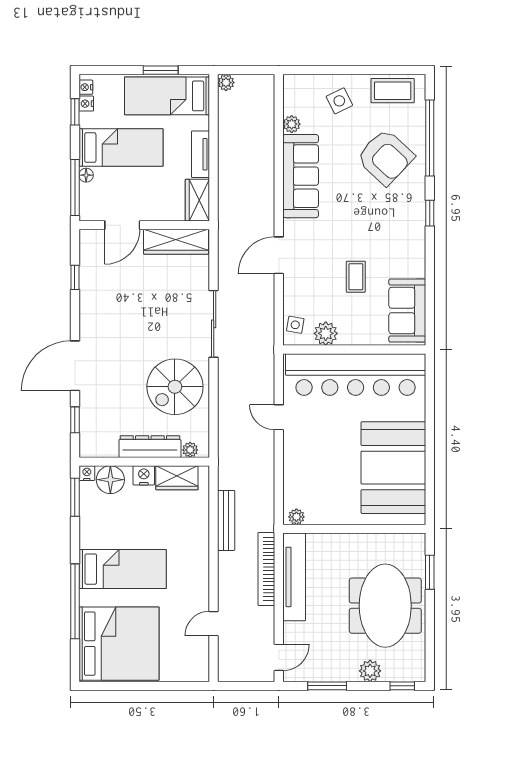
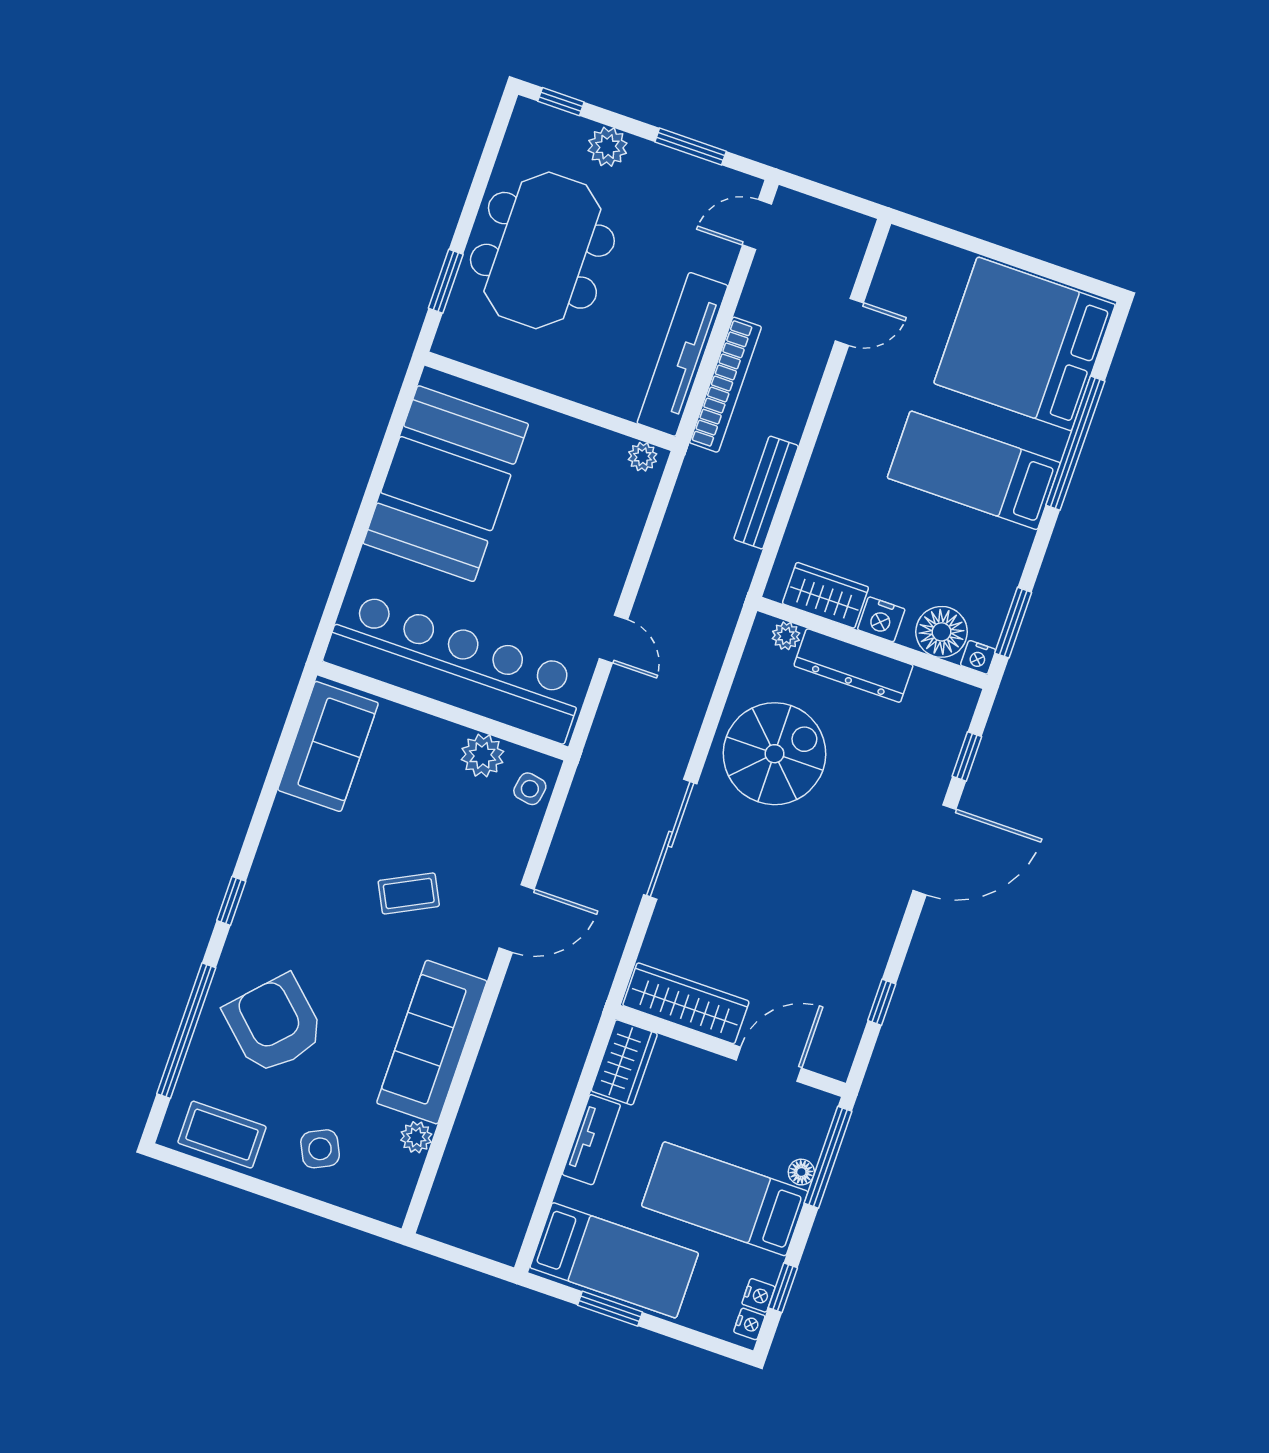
plant: (226, 83) -> (505, 1248), removed
coffee table: (356, 277) -> (409, 893), moved, turned 63

